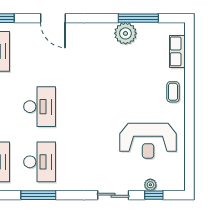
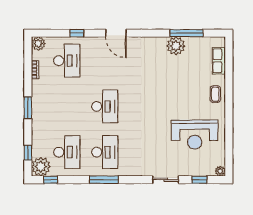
plant: (150, 185) -> (220, 171), moved

